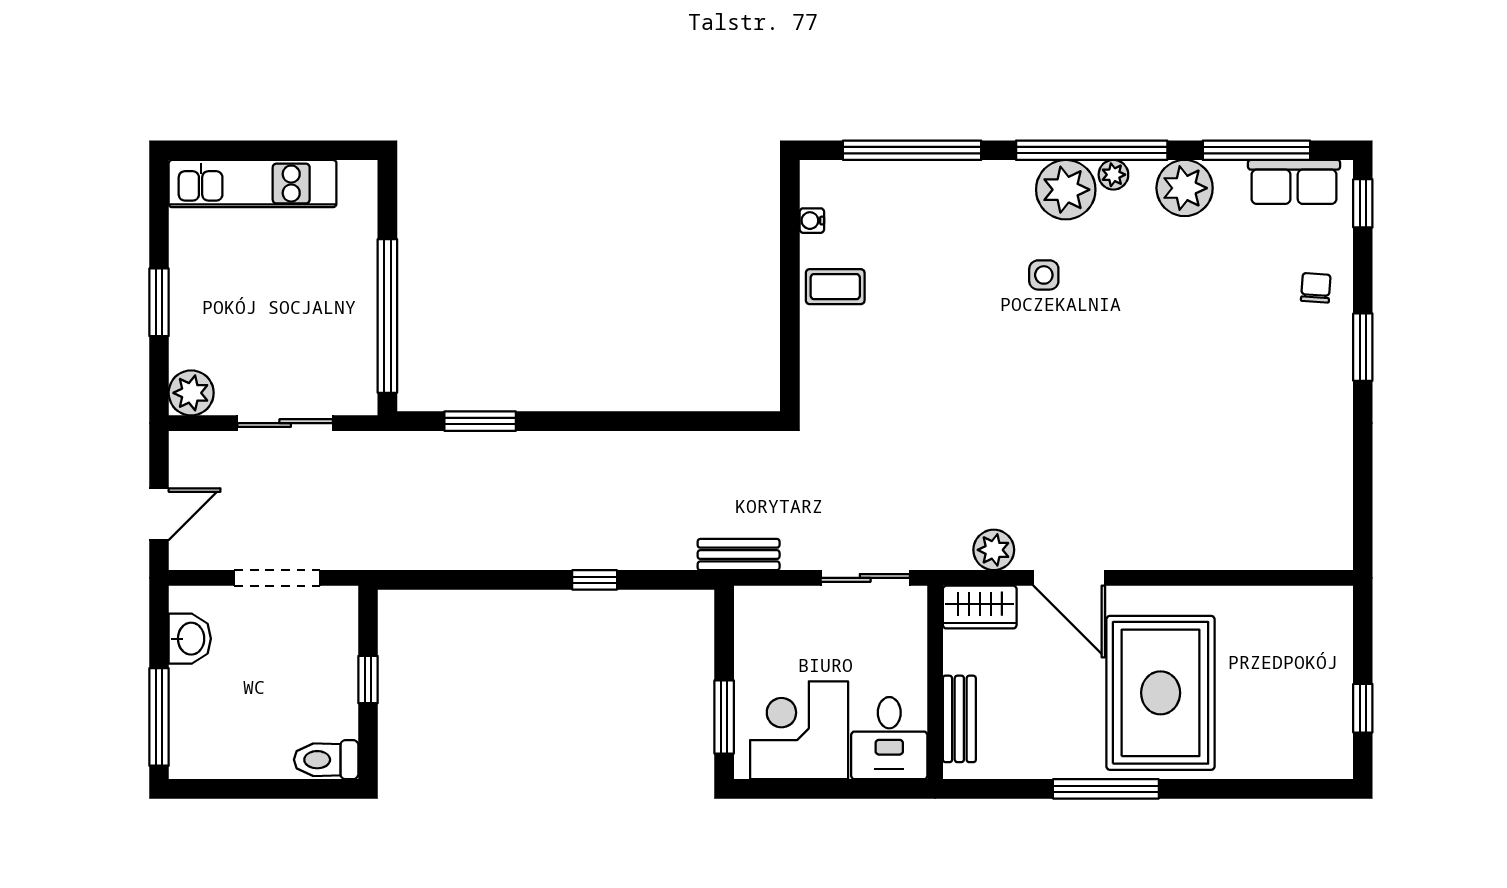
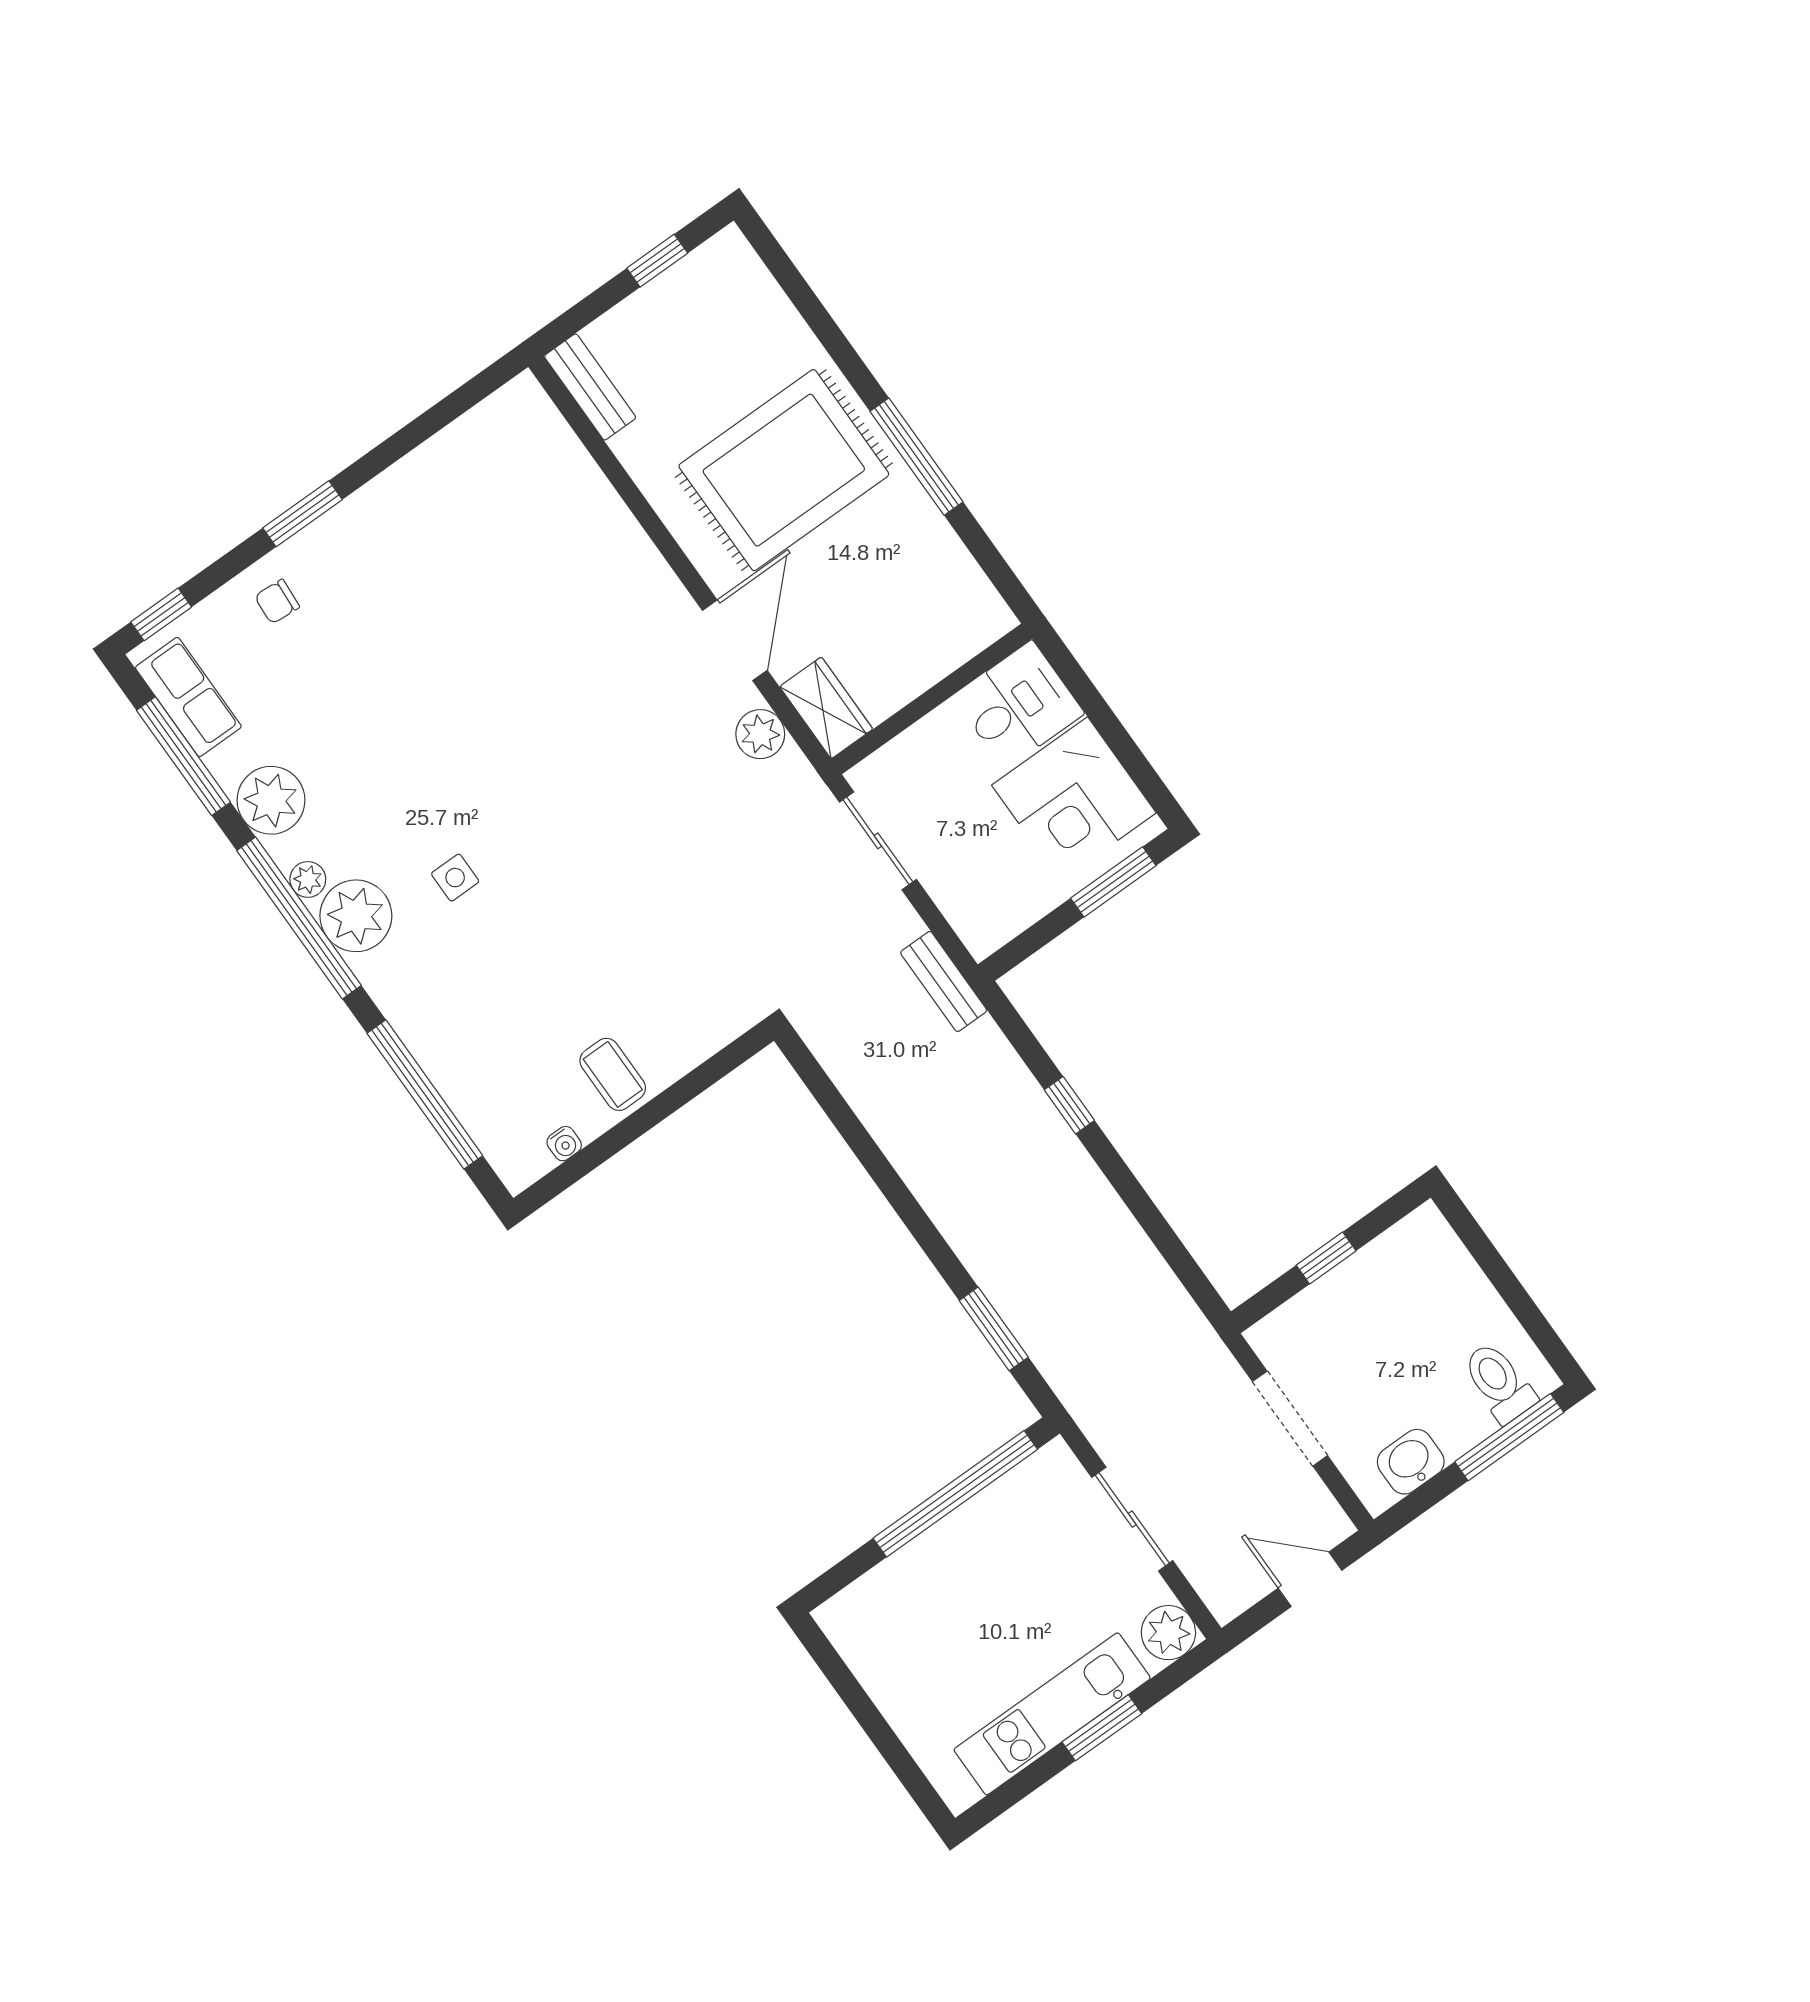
kitchen unit: (253, 184) -> (1052, 1714), moved, turned -90
bench: (959, 719) -> (590, 387), moved, turned 90
toilet: (326, 760) -> (1499, 1382), moved, turned 180

